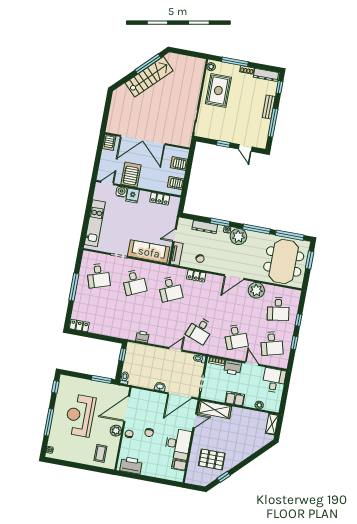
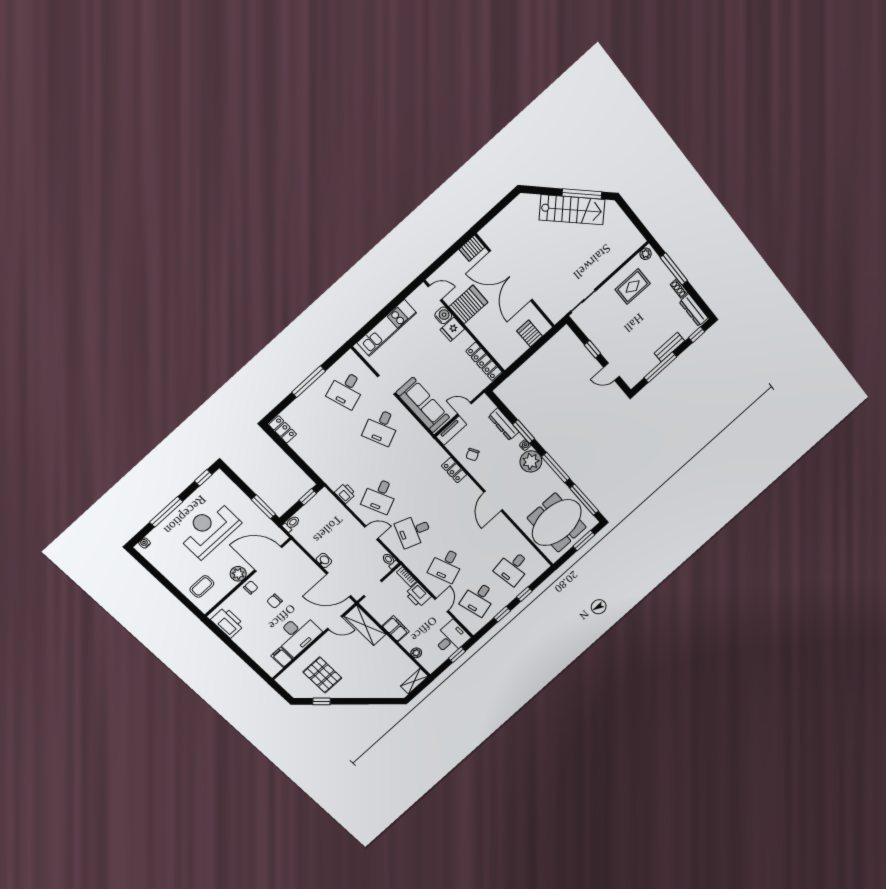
rug: (218, 90) -> (633, 287), width x0.73, depth x0.70
door: (245, 148) -> (611, 372), hinge flipped
server rack: (176, 183) -> (510, 352), removed
locker: (160, 199) -> (484, 361), width x1.53
door: (234, 277) -> (493, 501), hinge flipped
desk: (170, 289) -> (380, 496), moved
plant: (256, 290) -> (505, 532), removed
window: (286, 388) -> (457, 655), added

